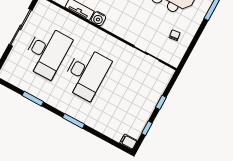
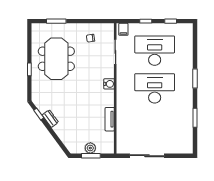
water cooler: (98, 19) -> (109, 84), moved
desk: (47, 52) -> (155, 51), moved
filing cabinet: (128, 142) -> (123, 29), moved

